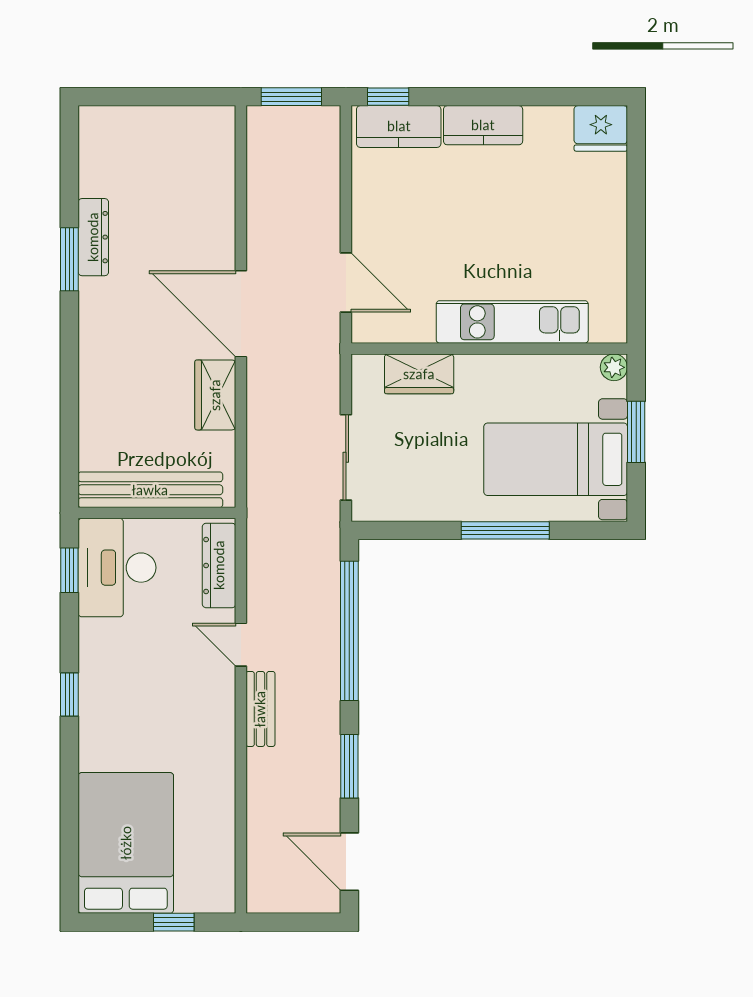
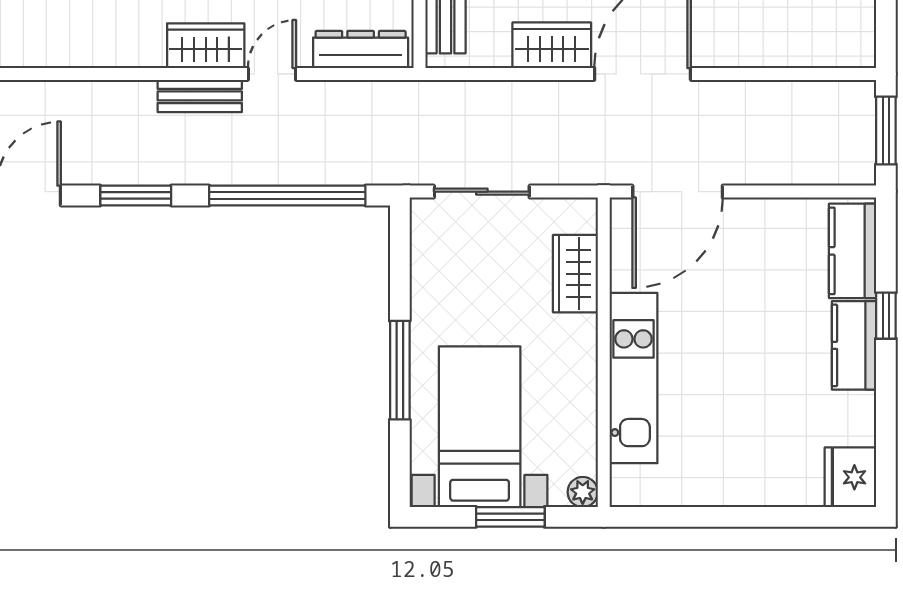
window: (388, 97) -> (886, 316), moved
door: (346, 283) -> (678, 192), width x1.36
wardrobe: (216, 704) -> (206, 46), added

